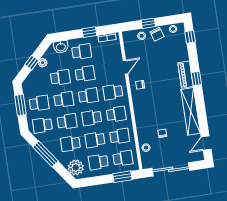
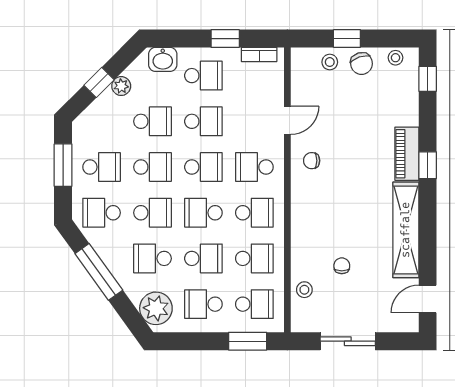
school desk: (95, 140) -> (203, 258), turned 180
sliding door: (171, 169) -> (348, 341), width x0.73

